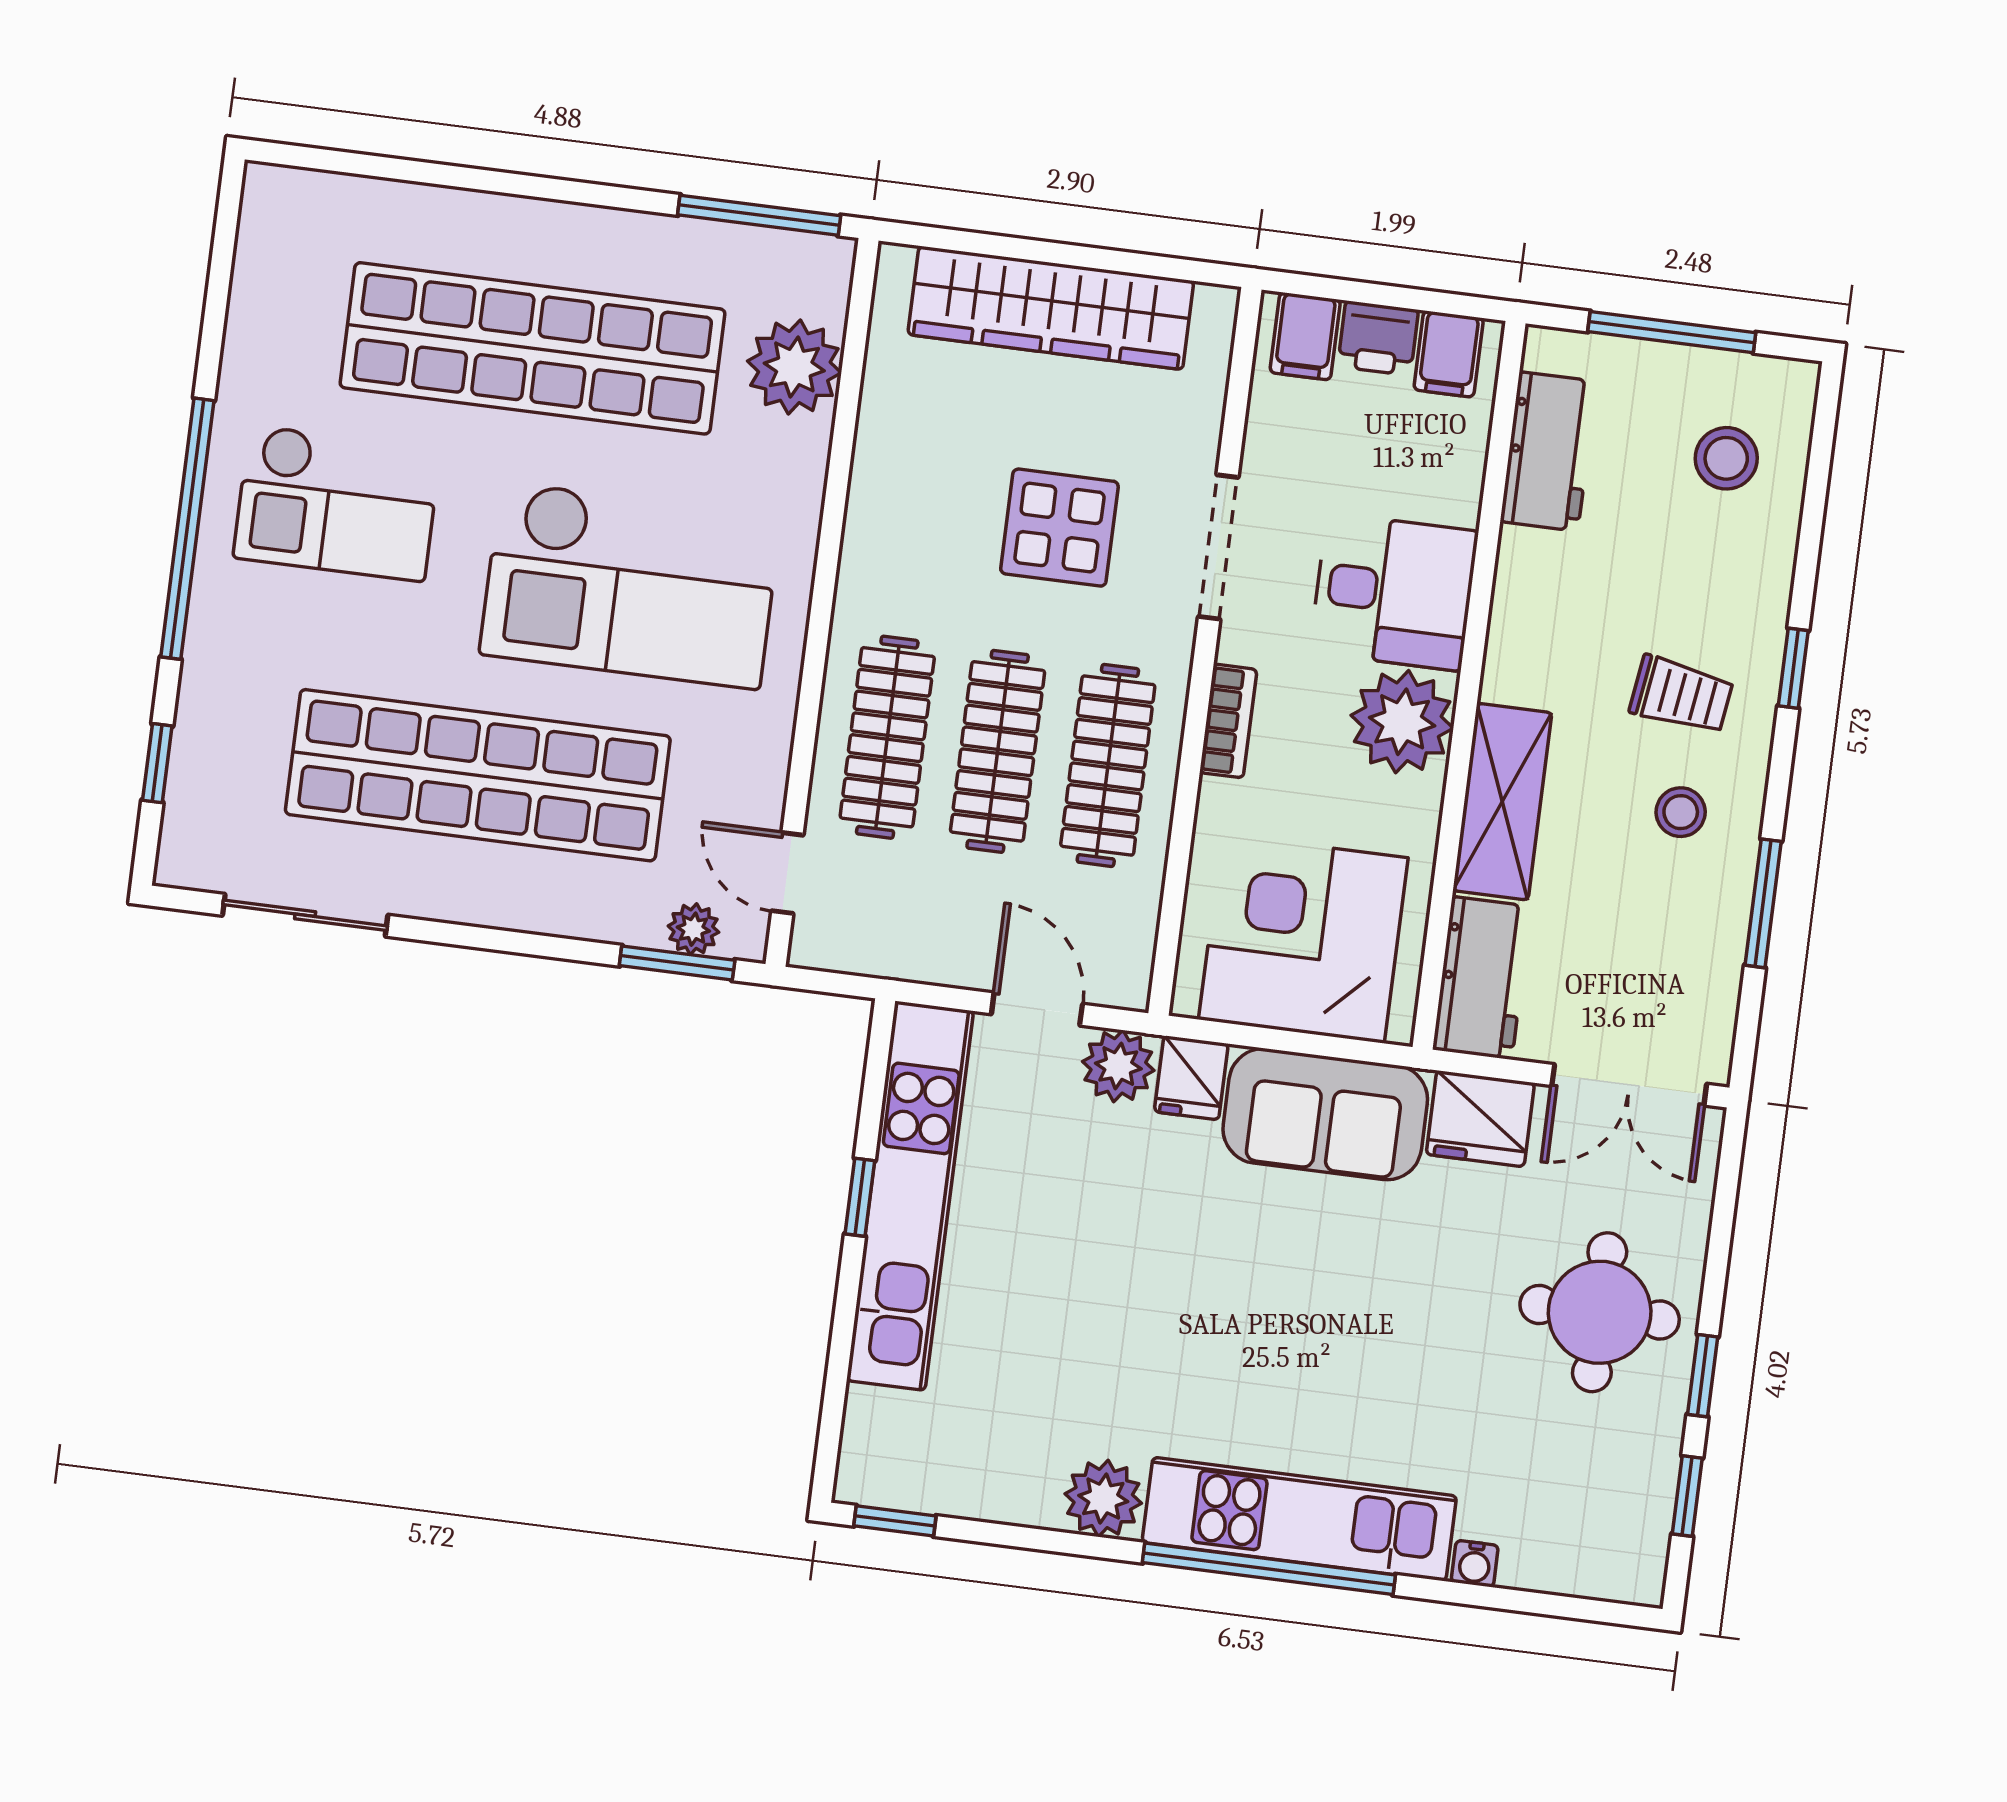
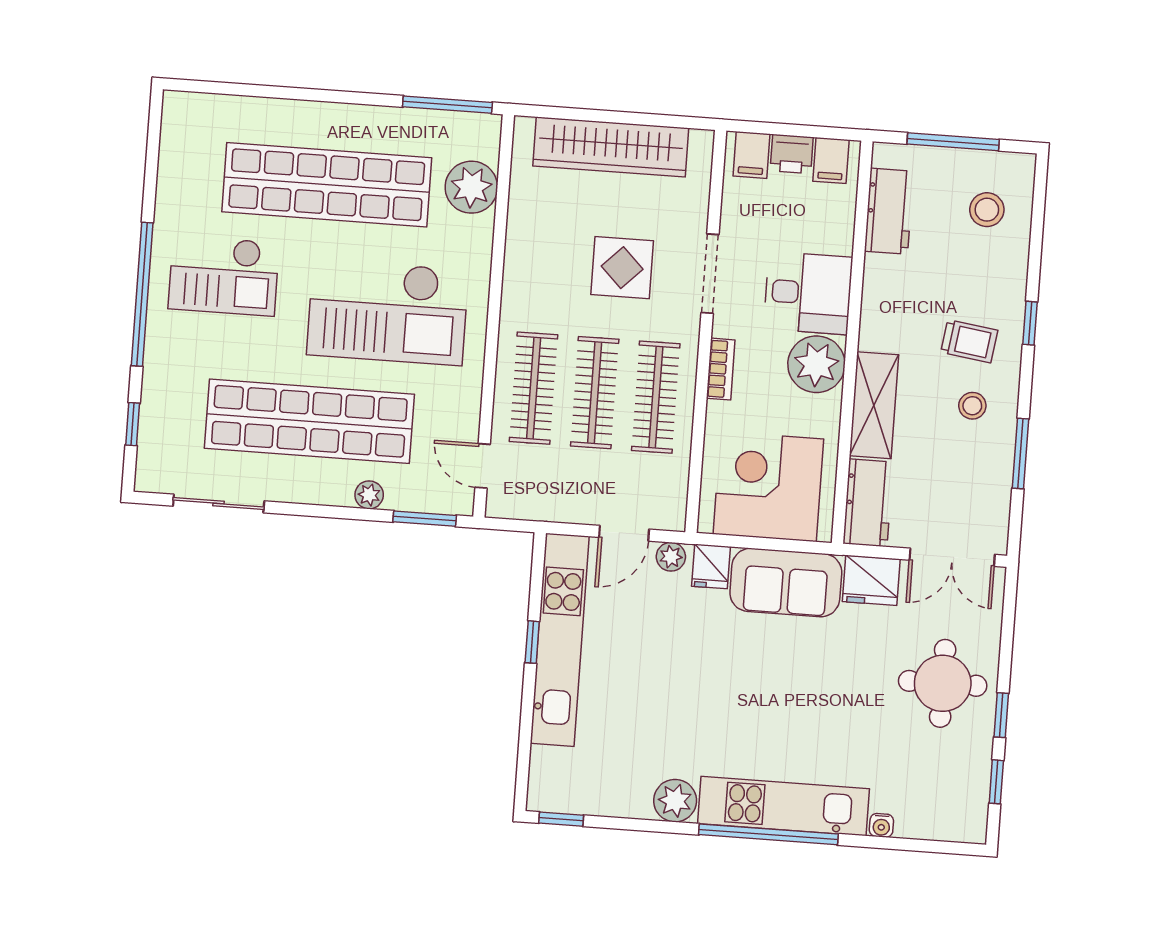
plant: (693, 929) -> (369, 495), moved
door: (1037, 1009) -> (624, 533), swing flipped
plant: (1118, 1066) -> (671, 557), width x0.73, depth x0.73

